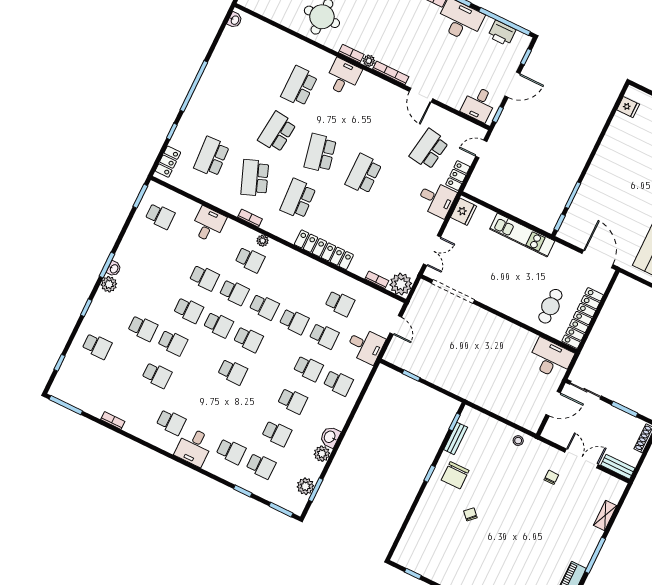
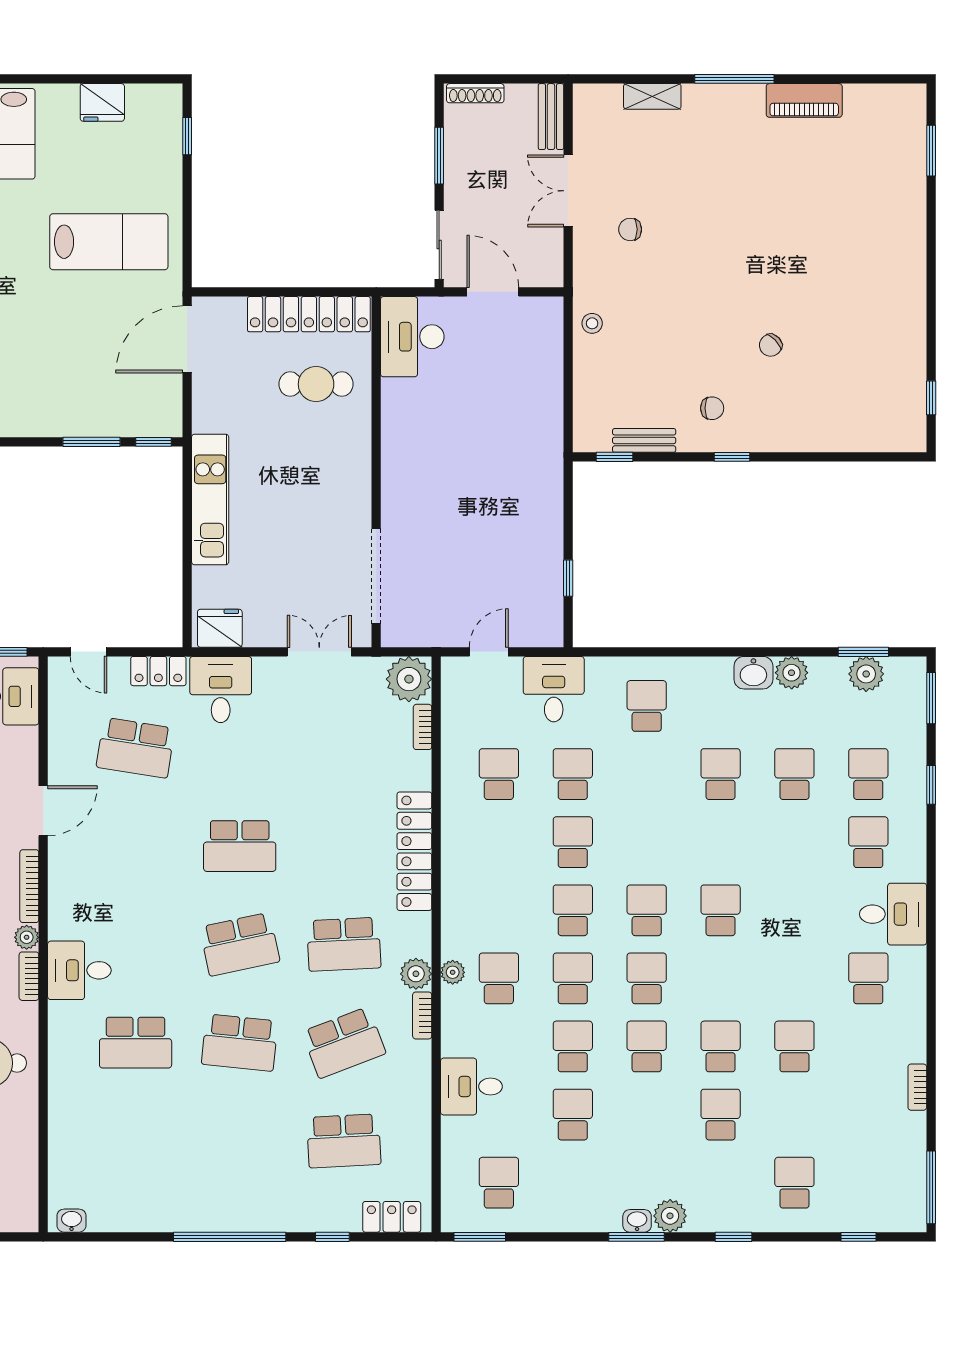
plant: (270, 224) -> (416, 974), added
school desk: (308, 368) -> (573, 1115), moved
chair: (455, 475) -> (712, 408), width x0.54, depth x0.54

